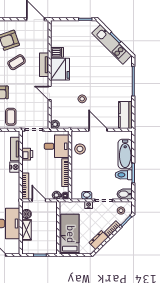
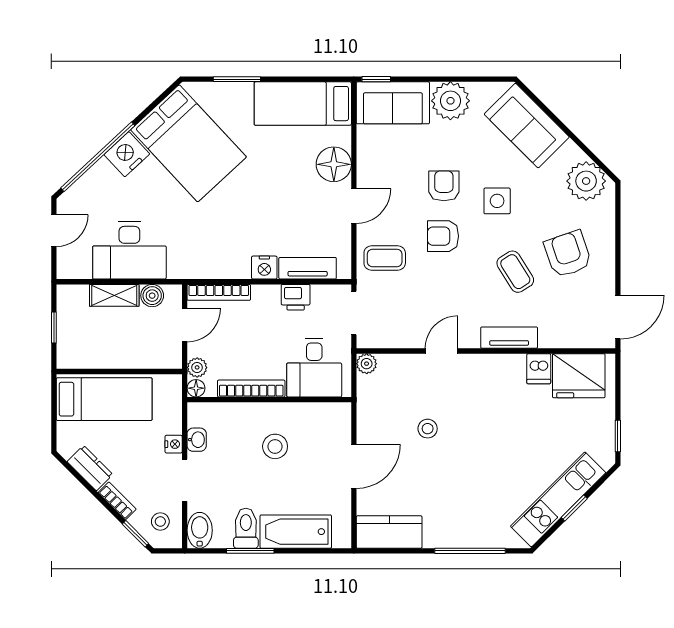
fridge: (60, 69) -> (579, 376), moved
stool: (80, 149) -> (275, 446), moved

